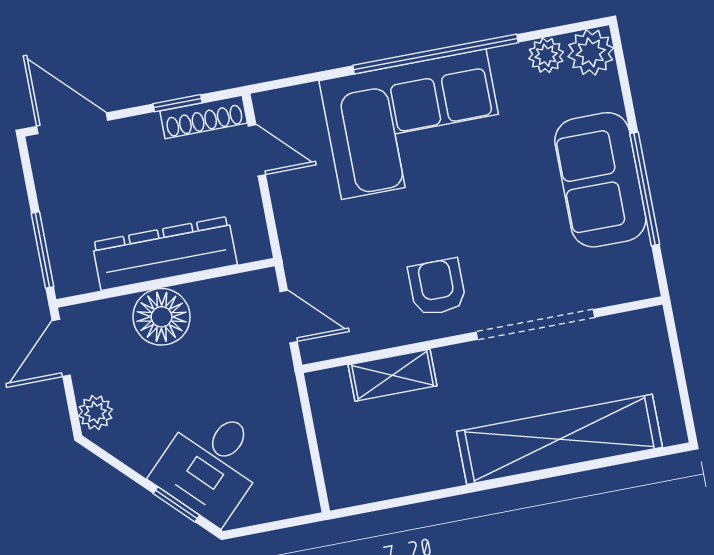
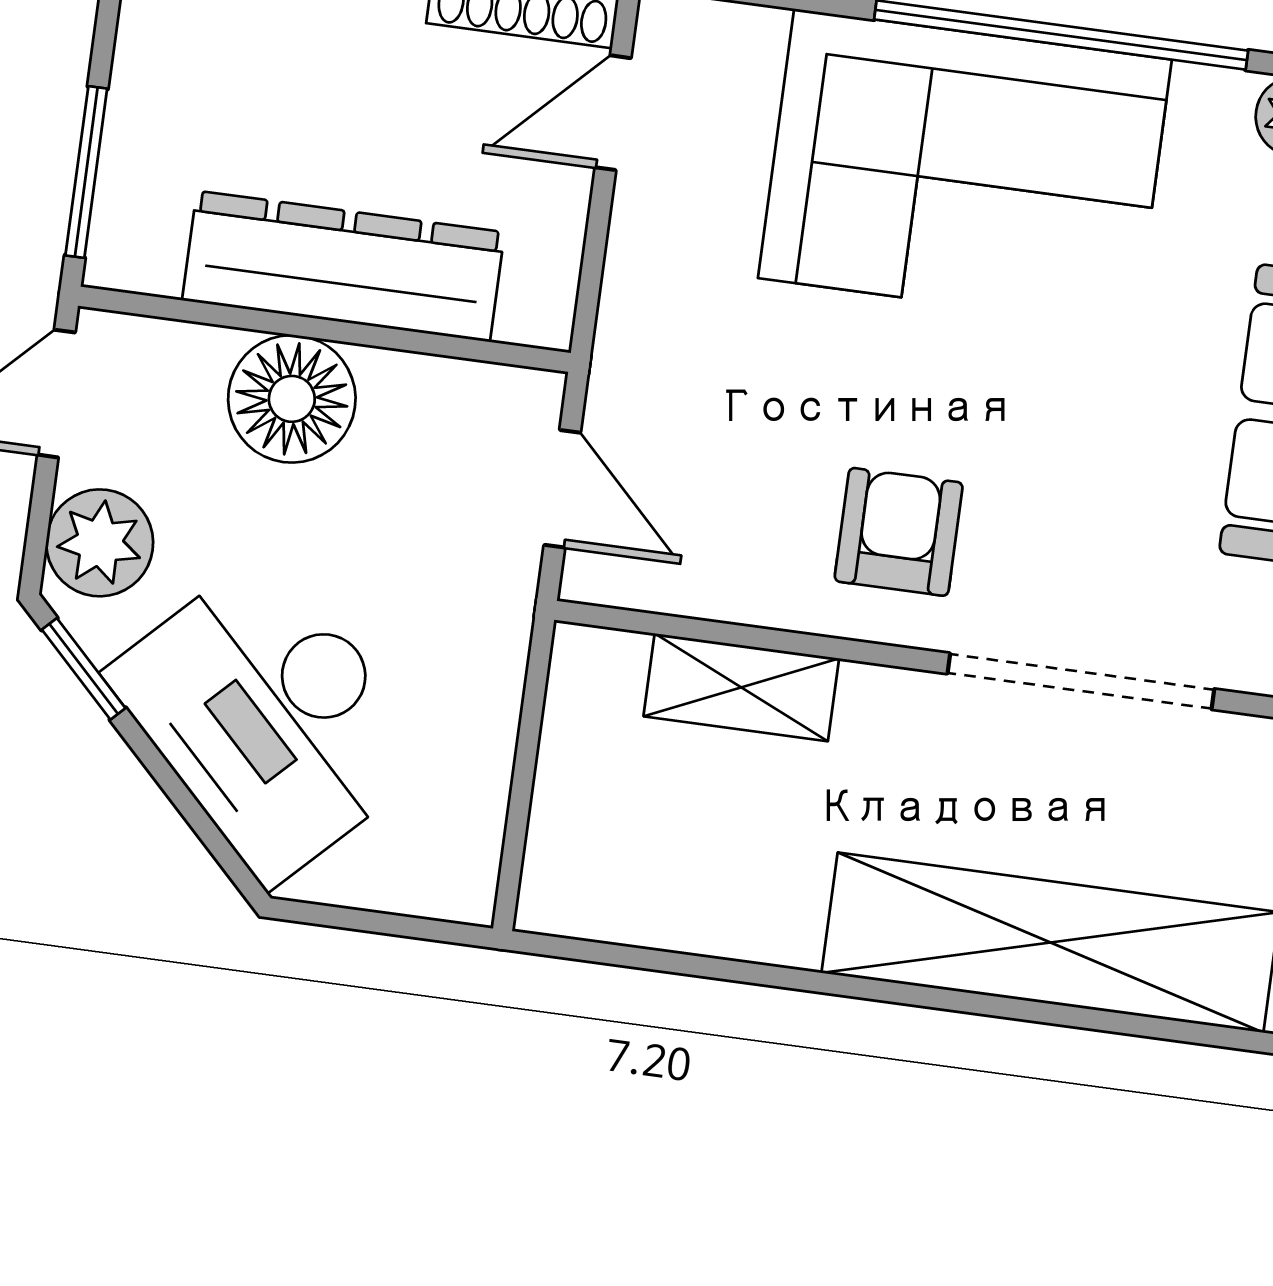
door: (257, 150) -> (613, 113), swing flipped
plant: (95, 413) -> (100, 543), width x1.38, depth x1.38
desk: (211, 464) -> (270, 717), width x1.37
window: (176, 504) -> (84, 669), moved

